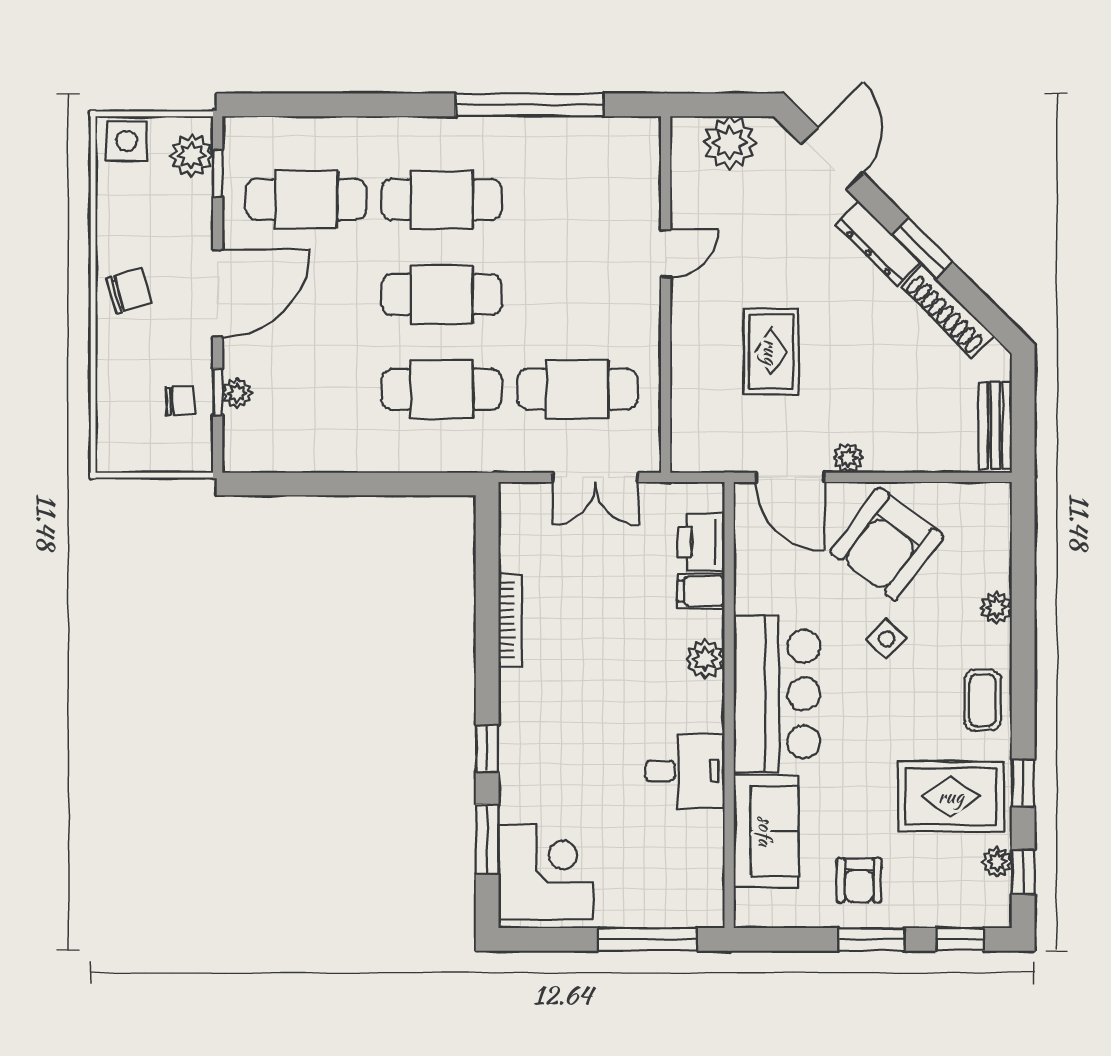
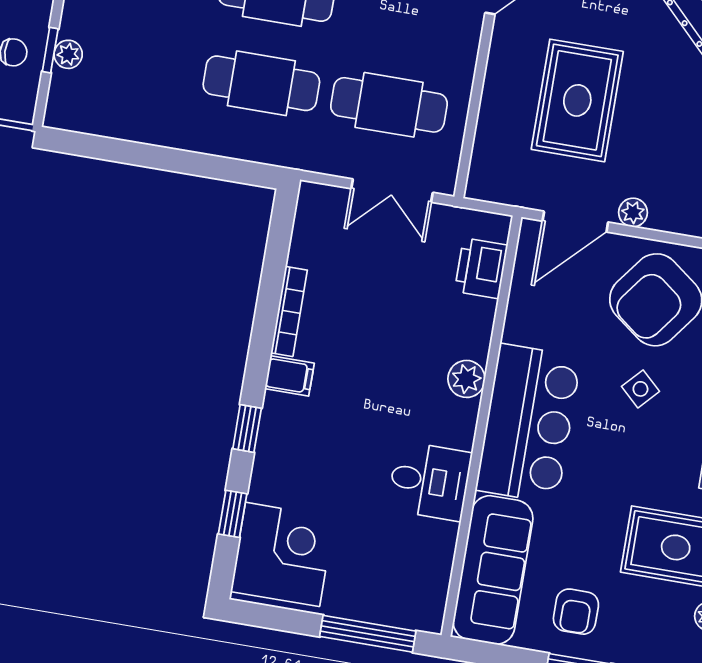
rug: (771, 352) -> (577, 100), width x1.36, depth x1.43
door: (790, 477) -> (575, 222), hinge flipped
filing cabinet: (701, 591) -> (289, 376), moved, turned 180
sofa: (766, 831) -> (493, 570), width x1.36
window: (487, 839) -> (233, 514), width x0.67

